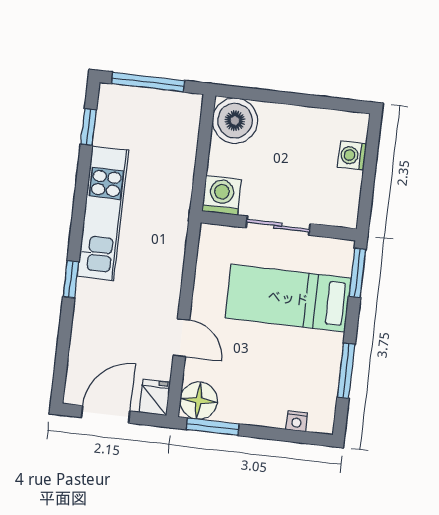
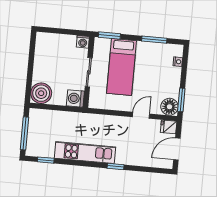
washing machine: (352, 155) -> (83, 42), moved
door: (106, 414) -> (177, 149), hinge flipped

